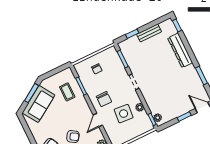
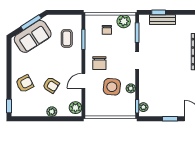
bench: (149, 33) -> (162, 20), moved
plant: (107, 55) -> (124, 21), added

